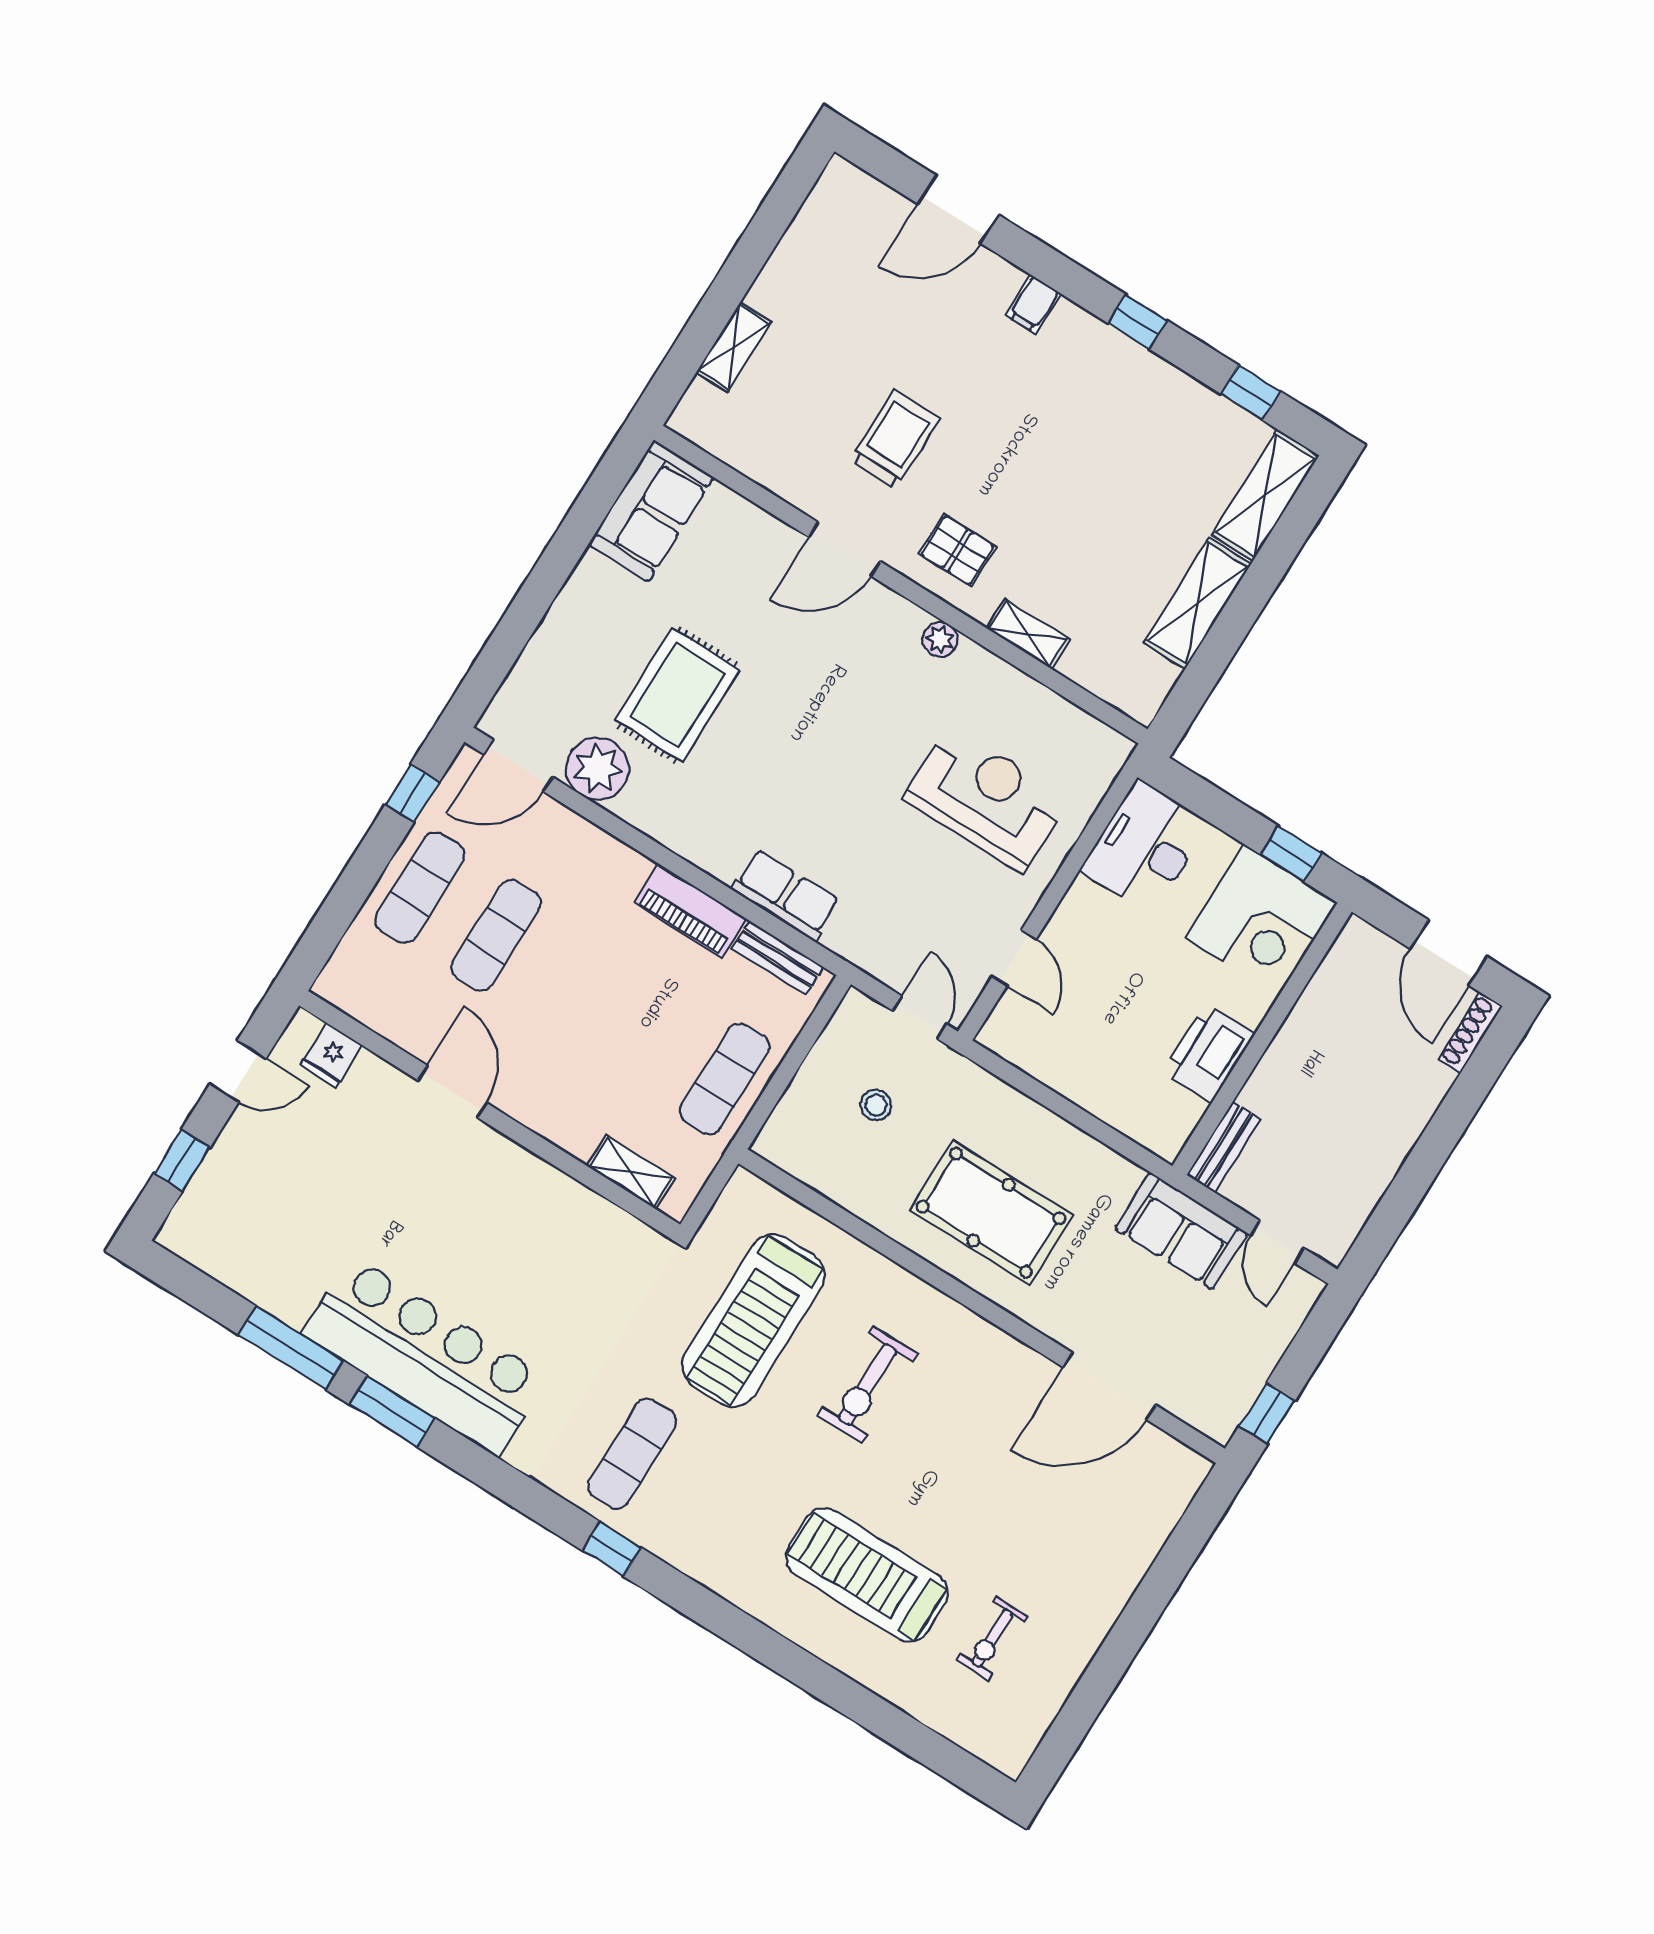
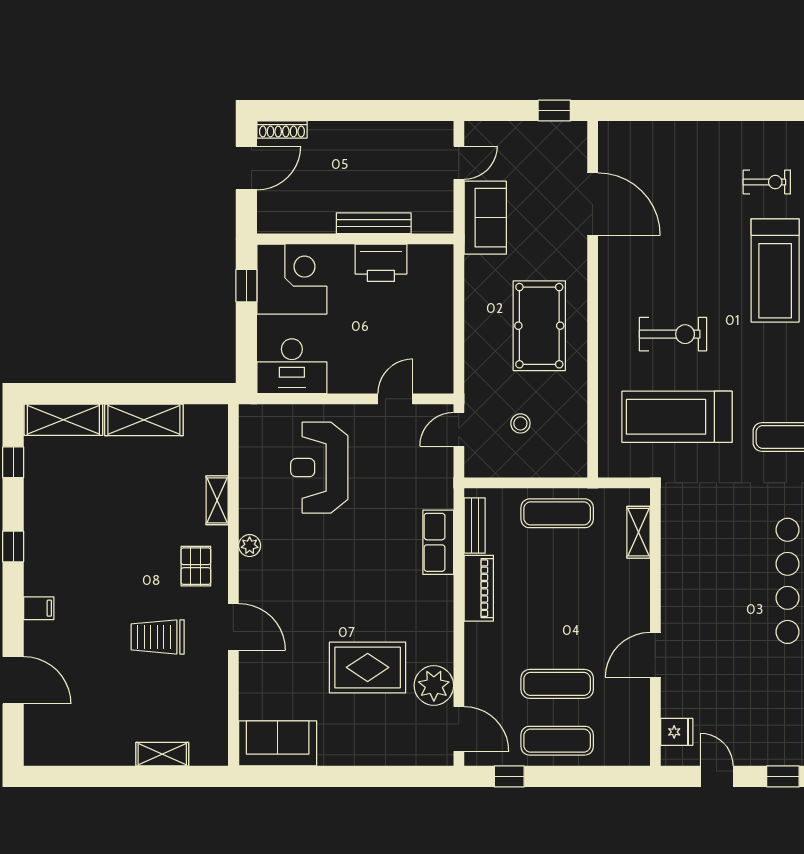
bench: (1223, 1147) -> (374, 223), moved, width x1.36
treadmill: (753, 1320) -> (677, 417), turned 180

